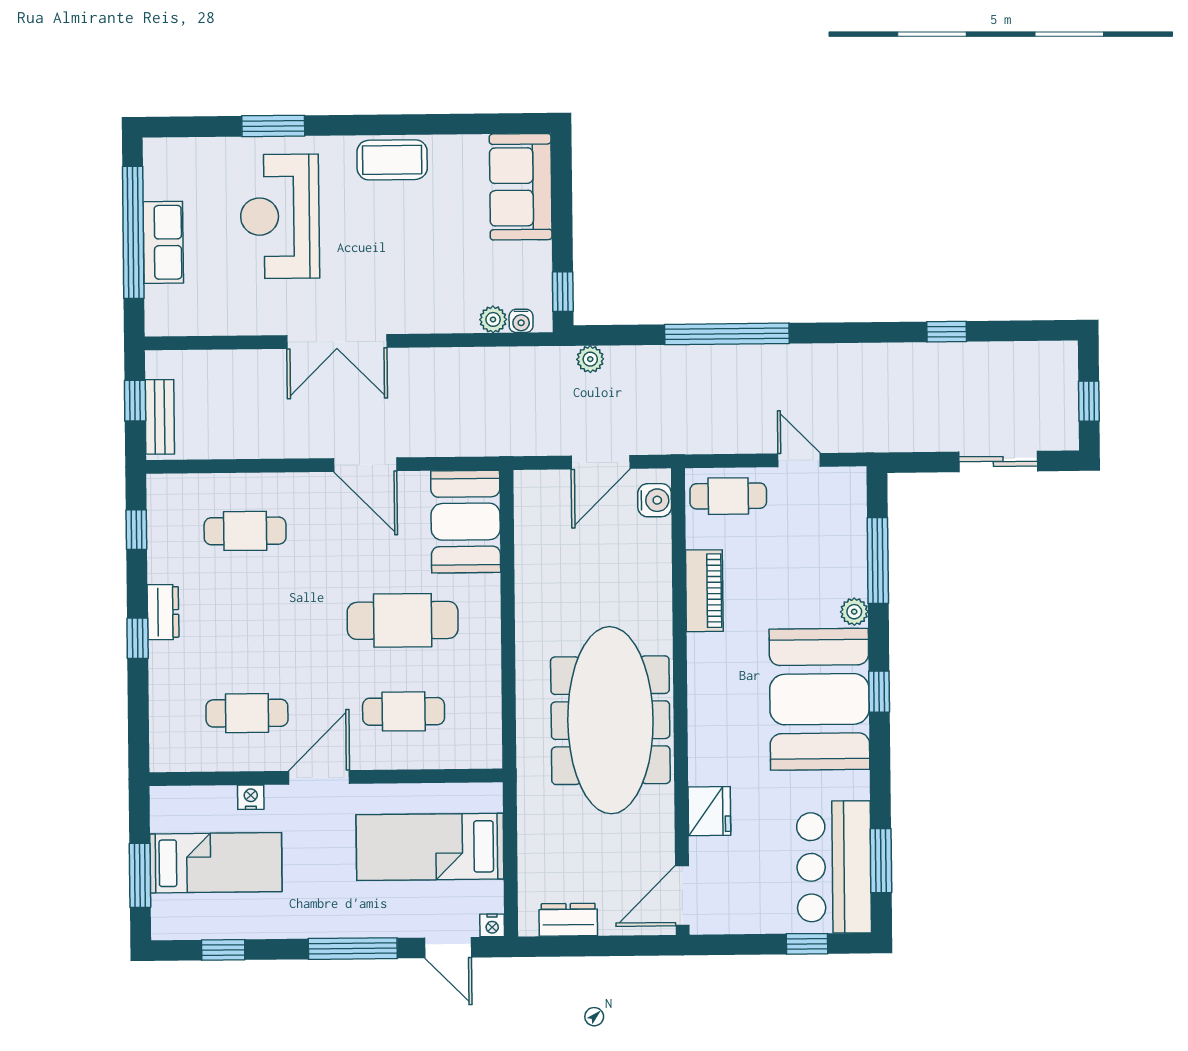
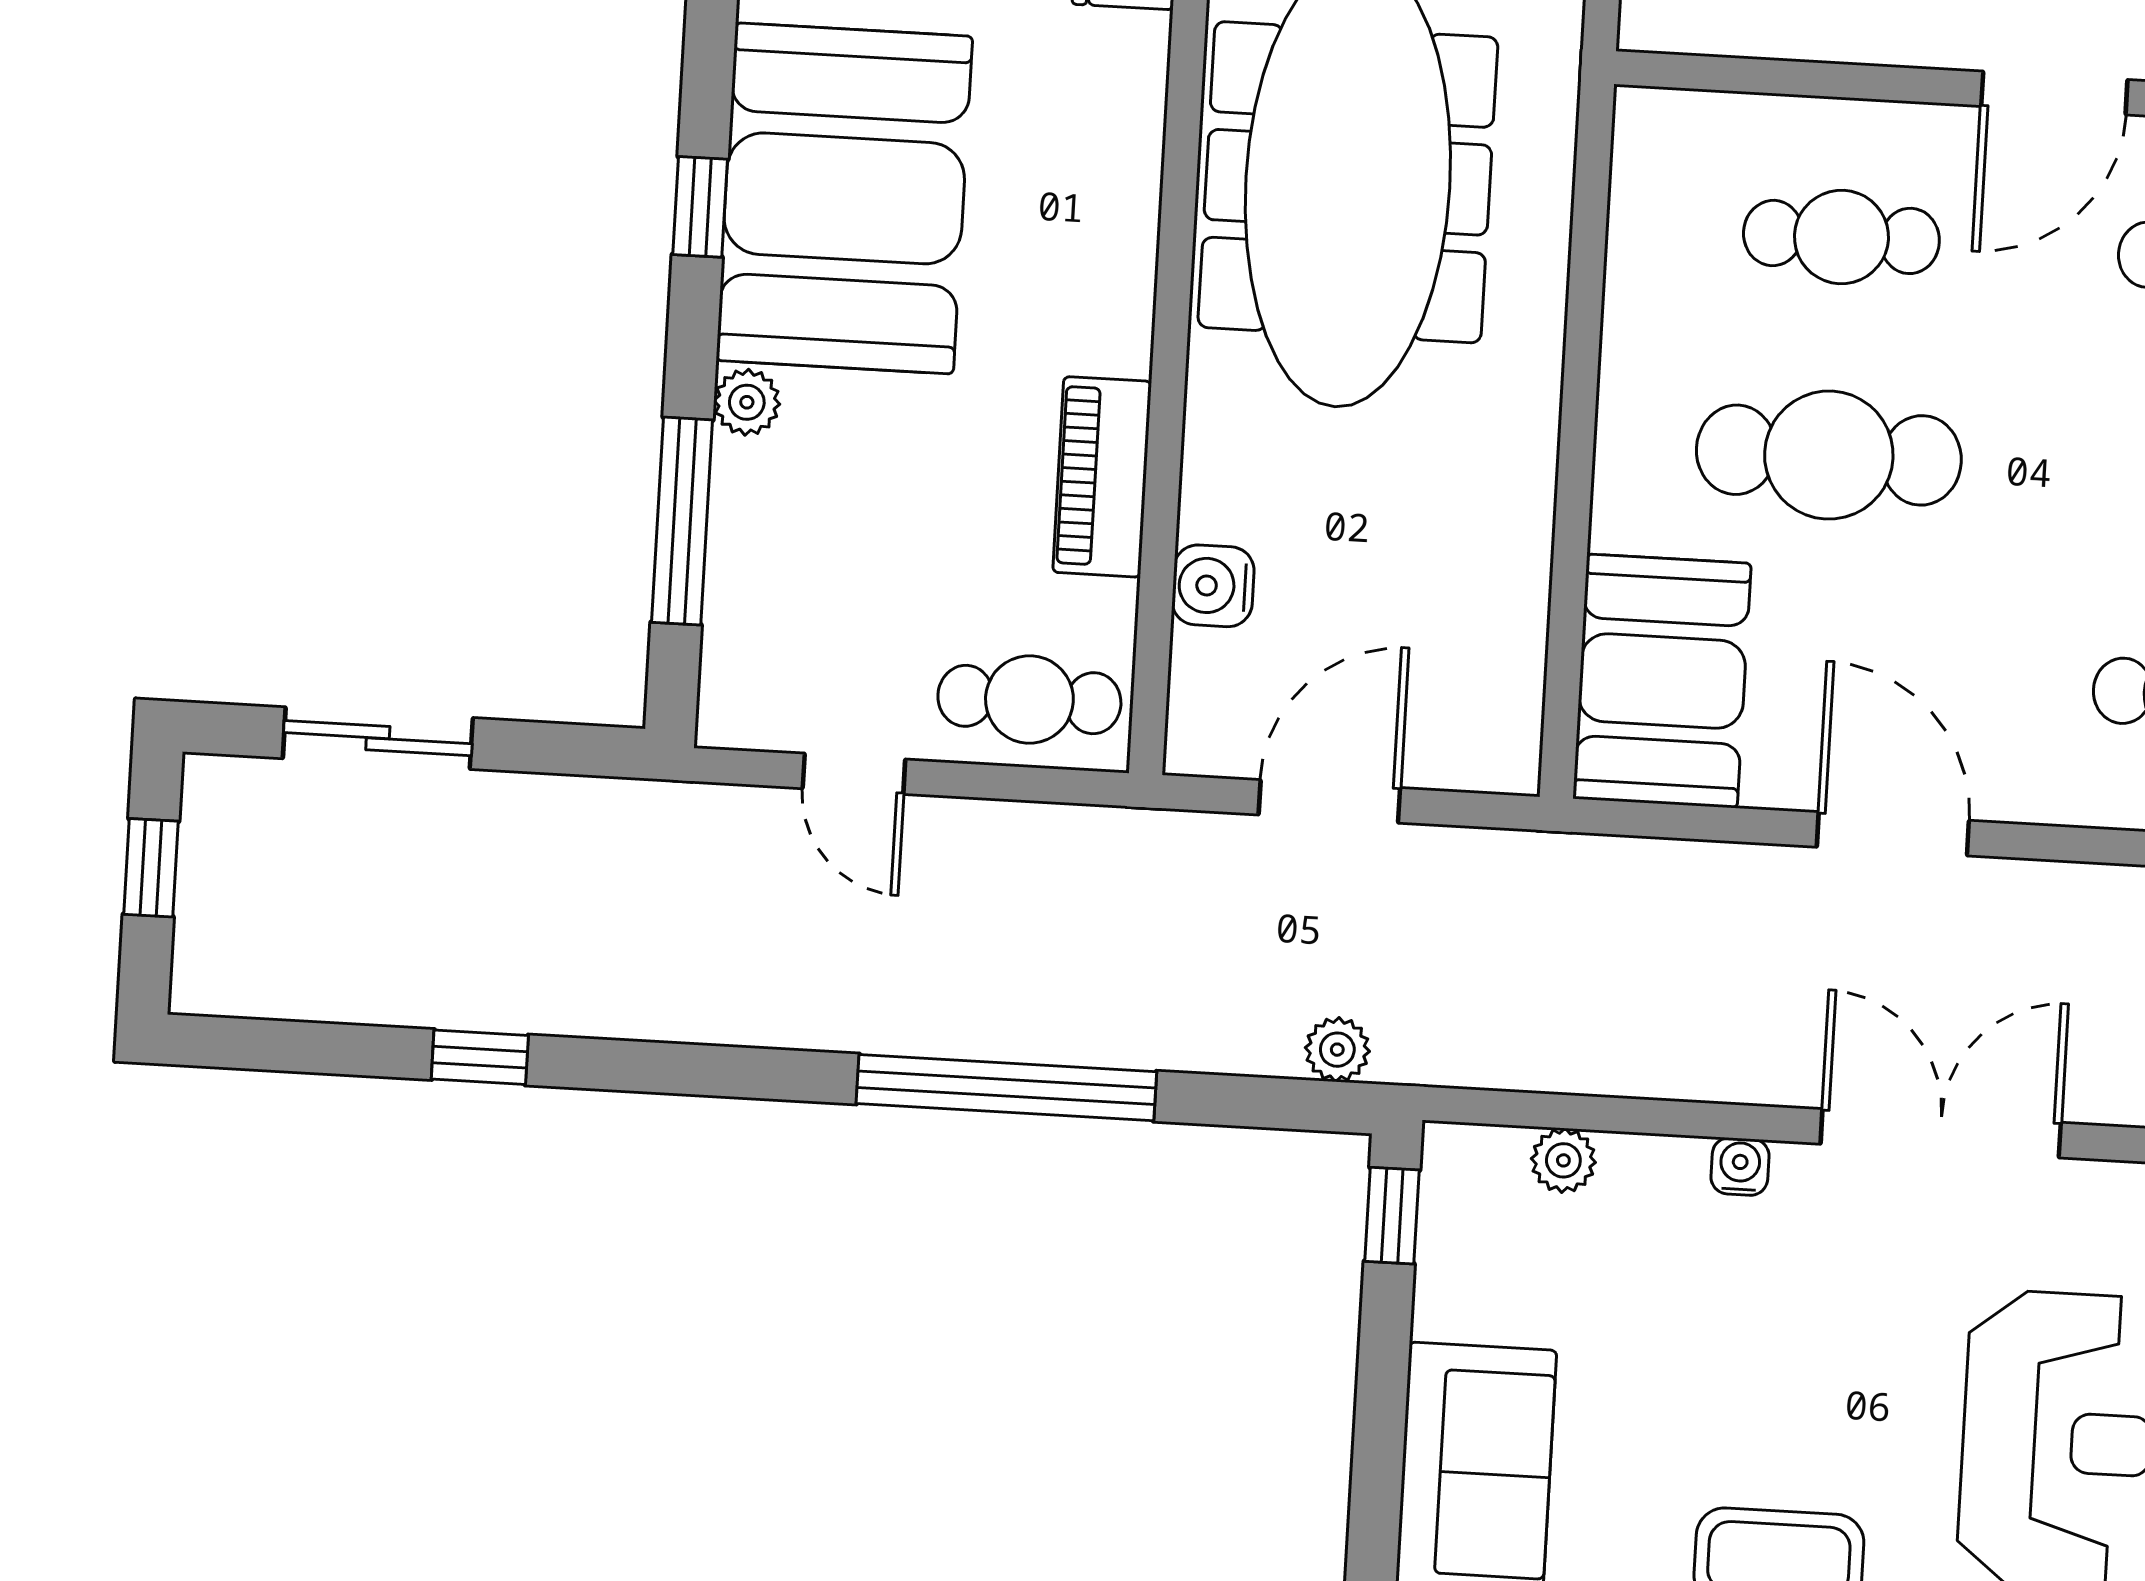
water cooler: (521, 321) -> (1740, 1166), moved
water cooler: (655, 500) -> (1213, 586), moved

